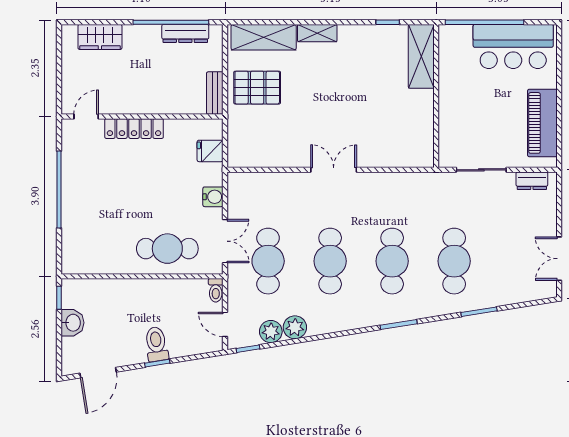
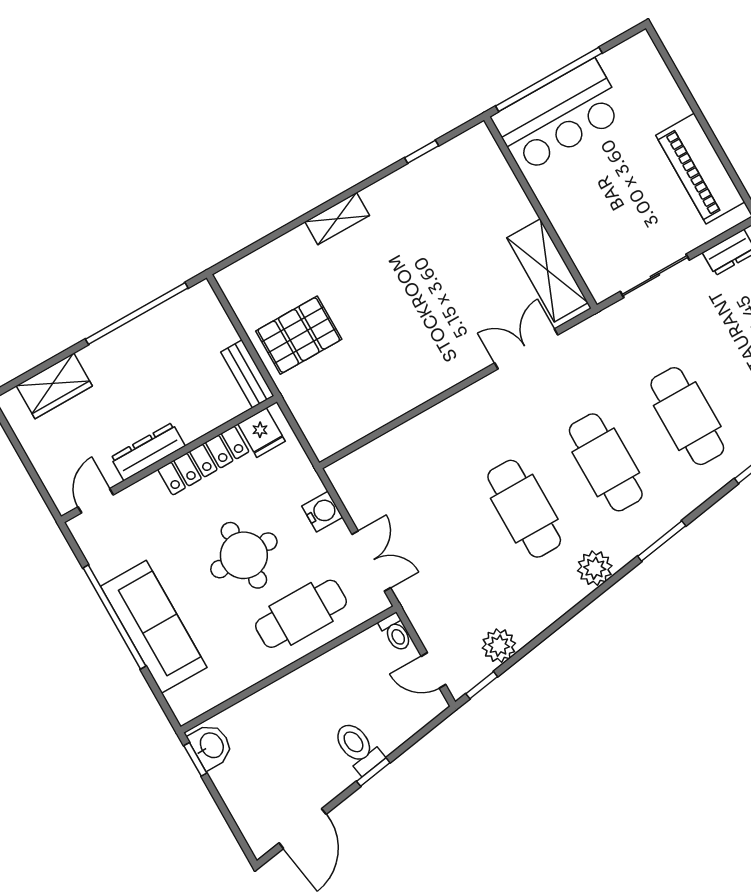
dresser: (185, 33) -> (148, 452), moved, turned 180
shelving: (264, 37) -> (270, 264), removed
bar counter: (513, 46) -> (559, 116), moved
shelving: (421, 56) -> (547, 270), moved
locker: (134, 129) -> (203, 461), moved
fridge: (210, 151) -> (262, 433), moved, turned -90
double door: (334, 170) -> (526, 349), moved
round table: (154, 196) -> (244, 555), added
sofa: (78, 208) -> (154, 627), added
cafe table: (268, 261) -> (443, 555), removed
washbasin: (72, 323) -> (211, 746), moved
plant: (295, 327) -> (595, 568), moved

